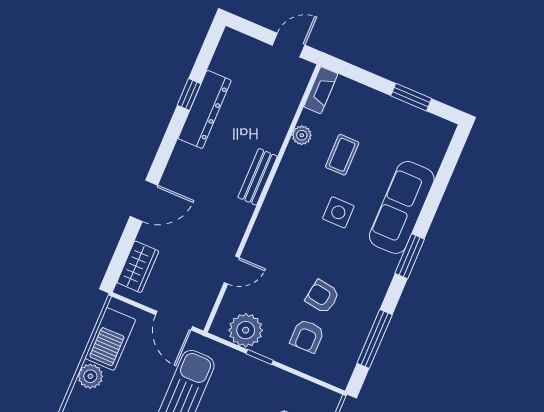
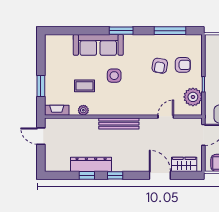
window: (411, 97) -> (41, 86), moved
window: (169, 142) -> (115, 175), added
bench: (258, 177) -> (119, 124), width x1.36
door: (144, 201) -> (160, 175), moved
door: (232, 270) -> (166, 117), hinge flipped

